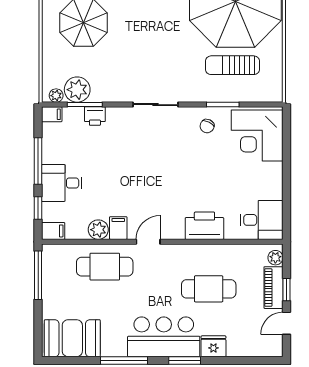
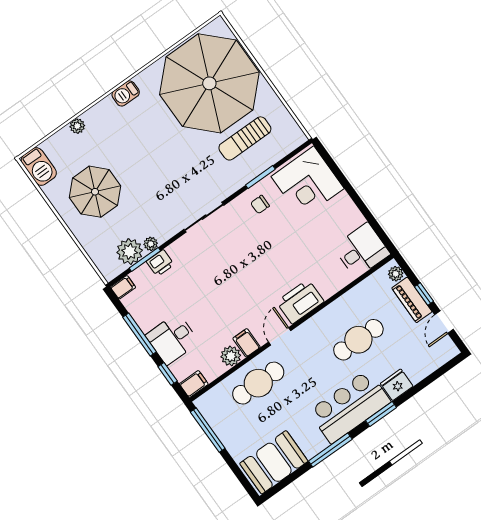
plant: (56, 96) -> (151, 244), moved
chair: (207, 126) -> (260, 204), turned 64
printer: (204, 226) -> (300, 302), moved

